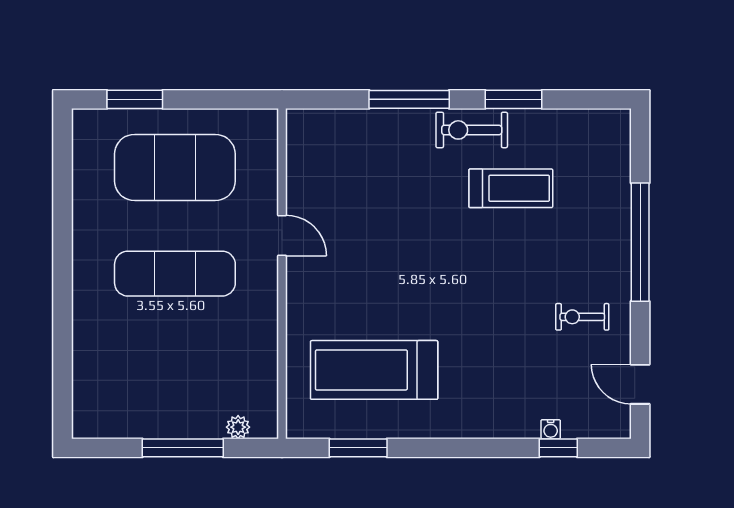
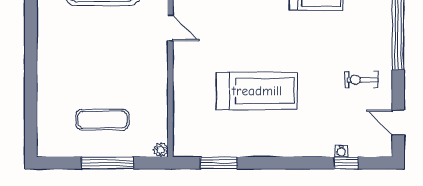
exercise mat: (175, 274) -> (102, 120), moved, width x0.73, depth x0.69
treadmill: (374, 370) -> (257, 91), moved, turned 180
plant: (238, 427) -> (161, 150), moved

